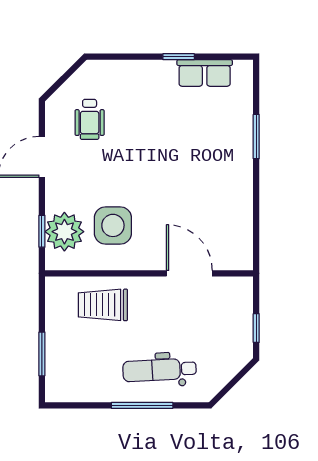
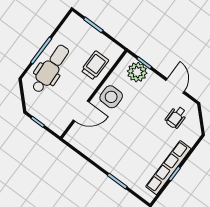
row of seats: (205, 73) -> (168, 168), width x2.02
wheelchair: (90, 119) -> (176, 117), turned -90
side table: (113, 225) -> (111, 97), moved
dental chair: (160, 370) -> (50, 69), width x1.36, depth x1.38

